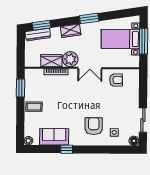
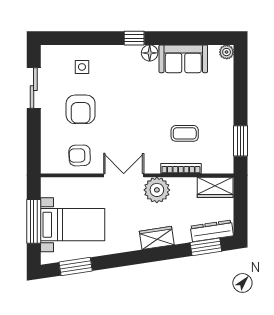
window: (89, 18) -> (76, 266), moved
wardrobe: (51, 61) -> (215, 187), moved
coffee table: (34, 107) -> (185, 133), moved
armchair: (94, 126) -> (81, 109), moved
floor lamp: (134, 141) -> (150, 53), moved
window: (67, 149) -> (134, 38), moved

